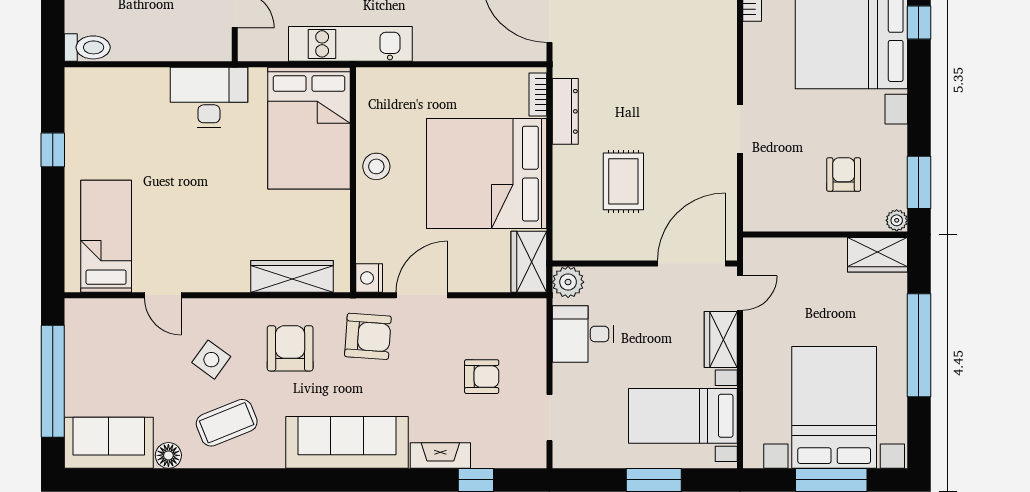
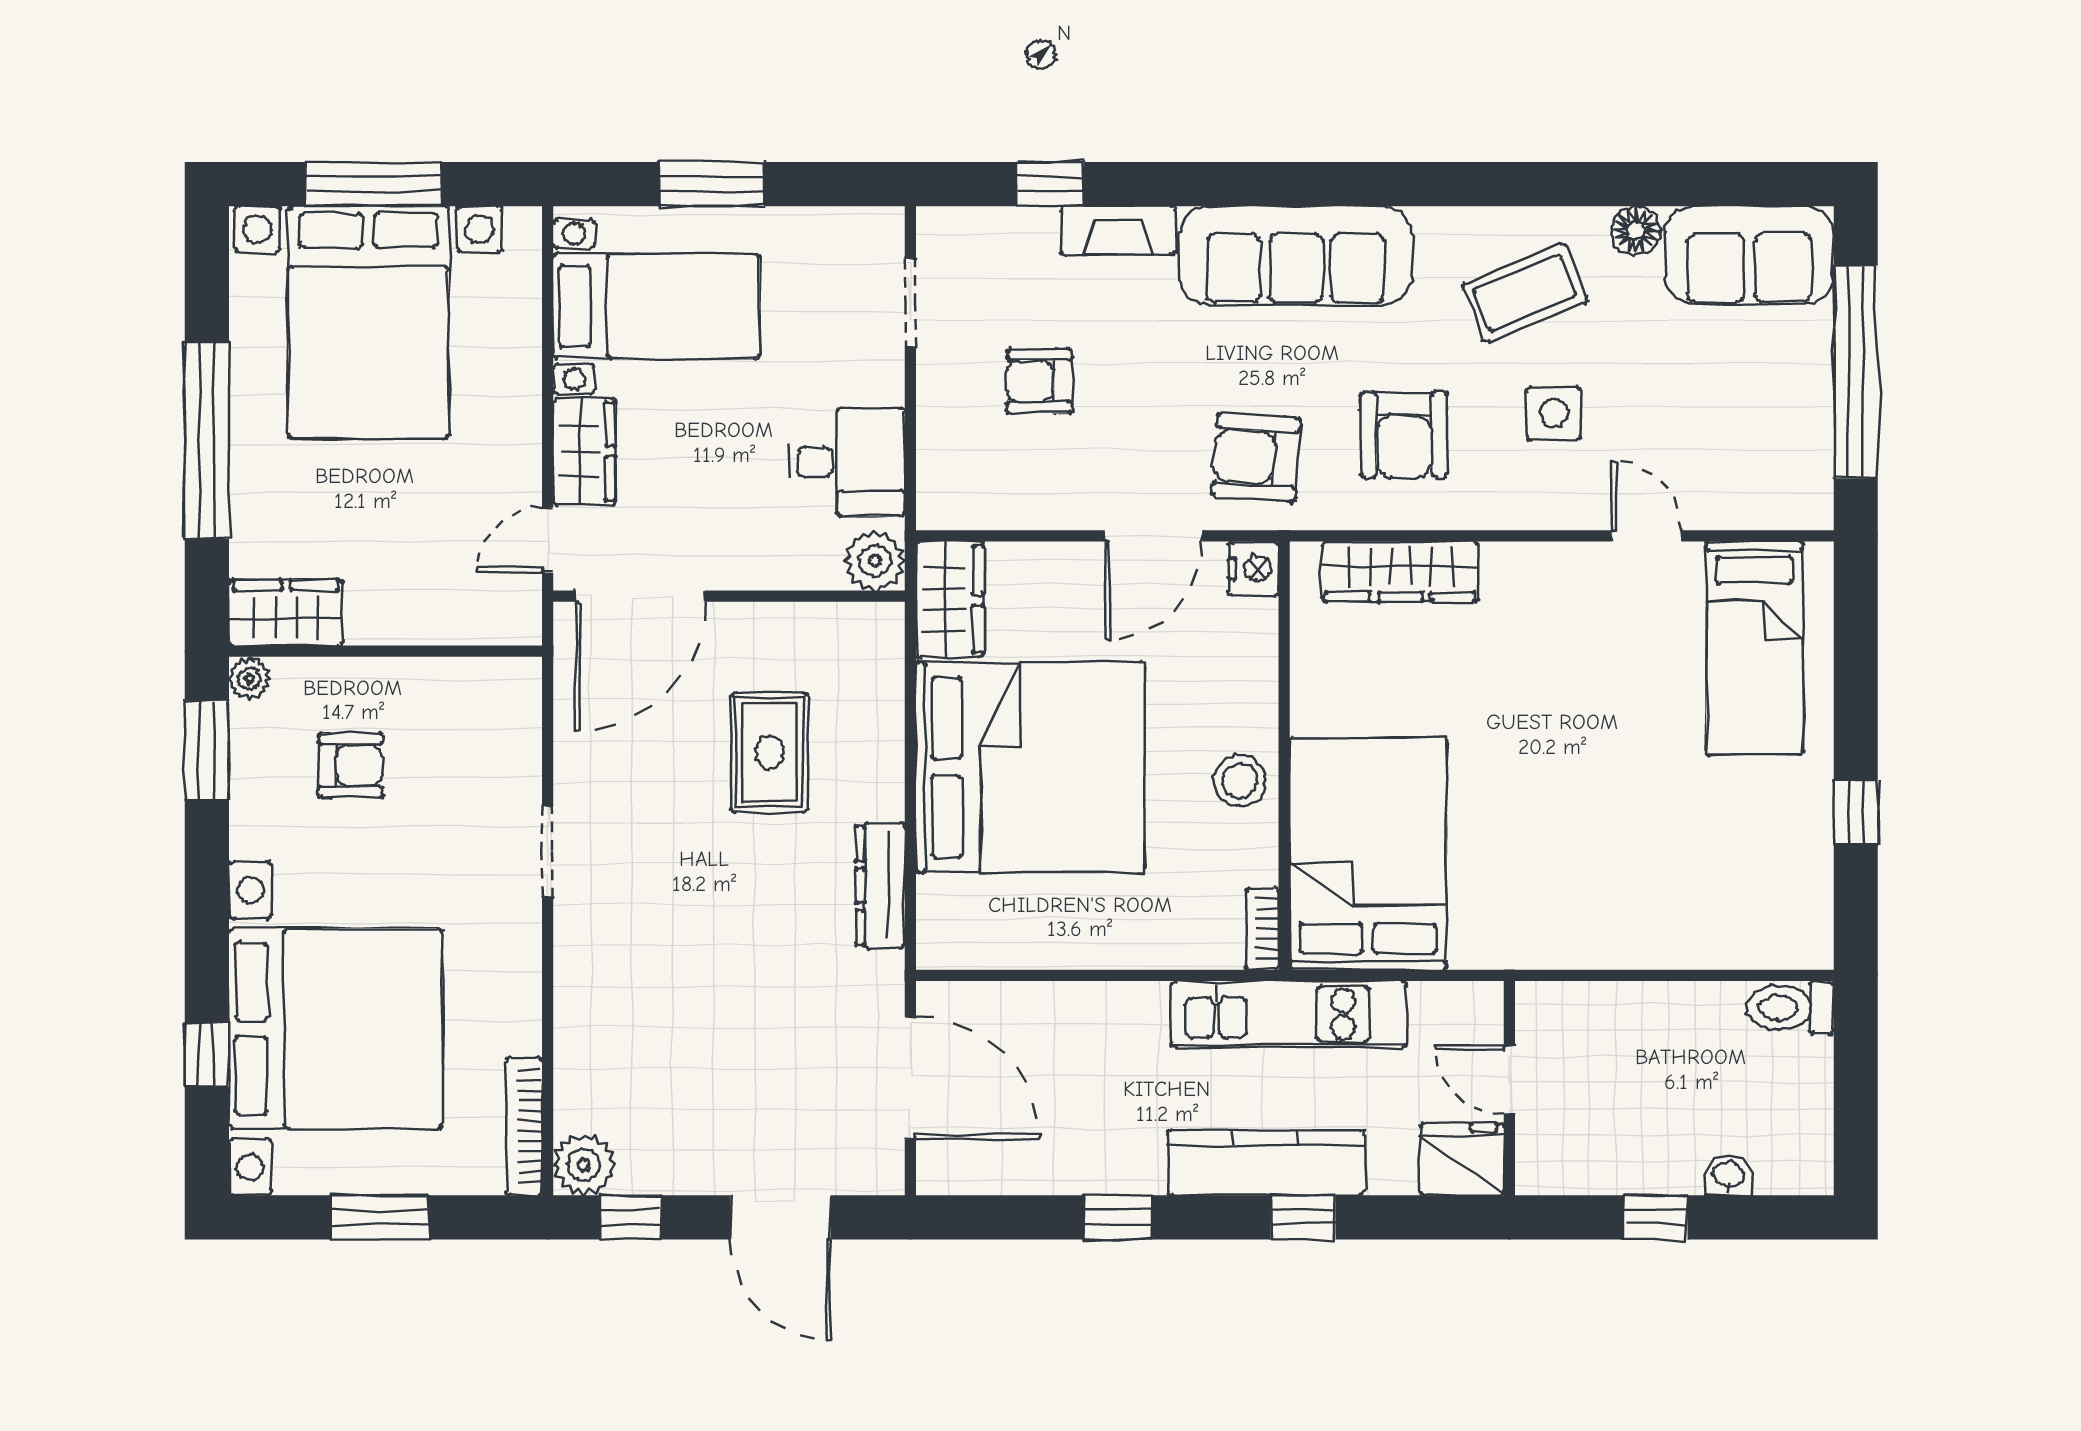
bookcase: (538, 95) -> (1262, 929), moved, turned 180
desk: (209, 97) -> (1558, 912), removed
armchair: (844, 174) -> (350, 766), turned -90
side table: (211, 360) -> (1554, 413), turned -36

